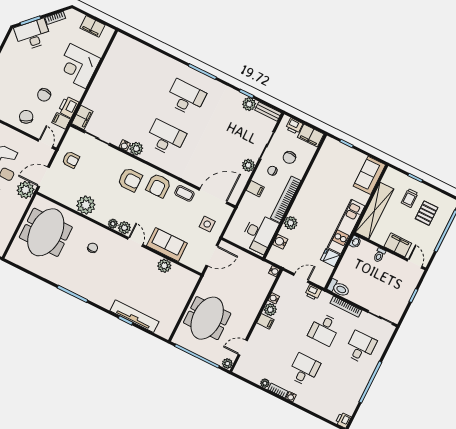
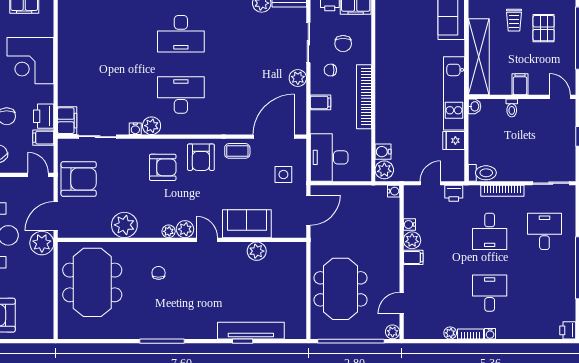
desk: (186, 98) -> (181, 34), turned 180
armchair: (71, 160) -> (79, 179), width x1.88, depth x1.88
plant: (291, 223) -> (384, 170), moved
desk: (259, 233) -> (329, 157), moved, turned 180
filing cabinet: (398, 245) -> (520, 84), width x0.50

